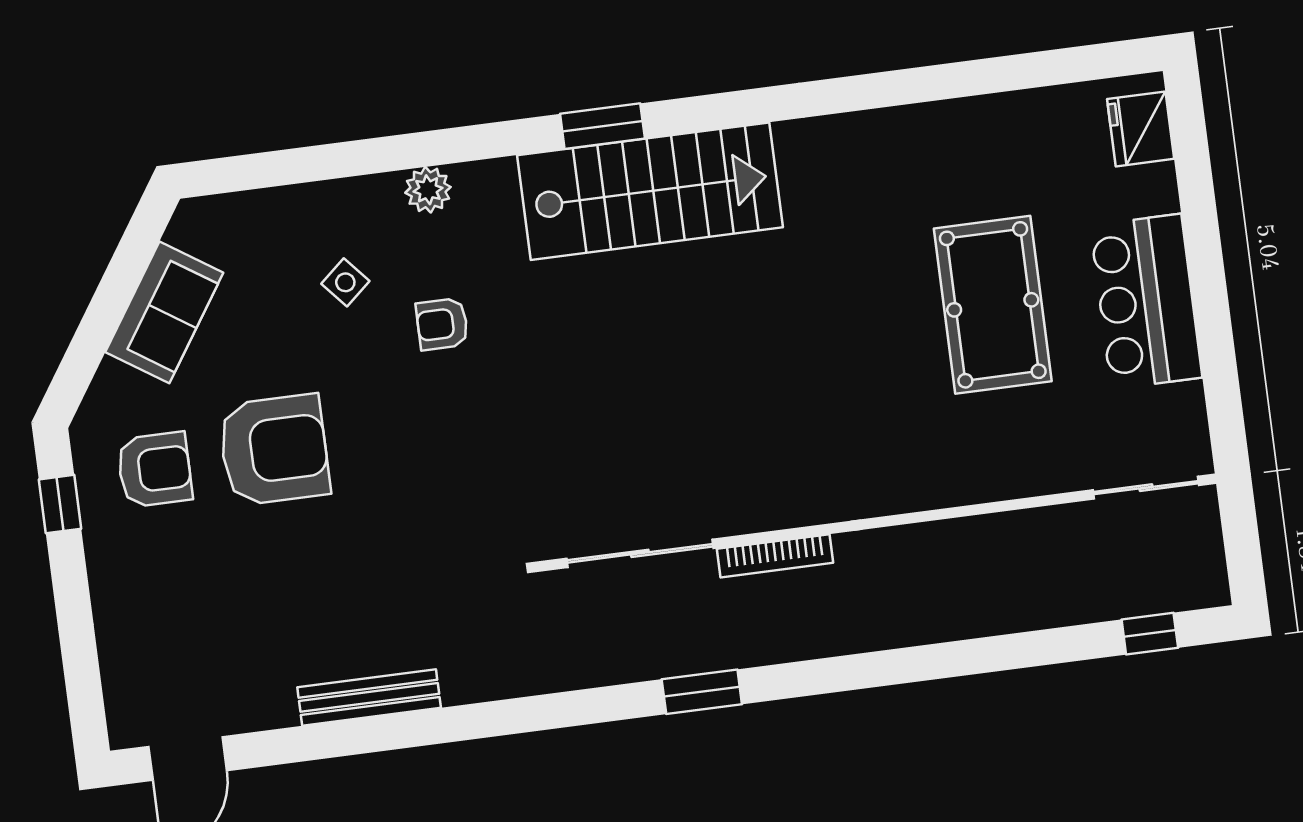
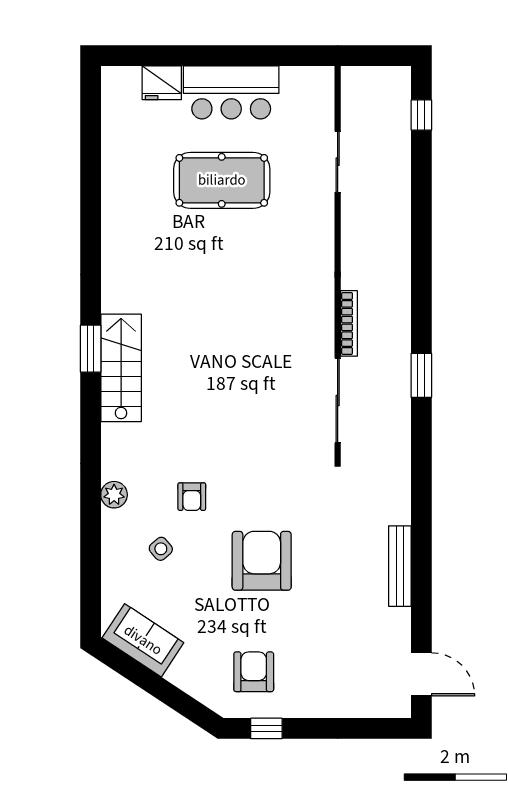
window: (602, 126) -> (91, 349), moved
fridge: (1141, 129) -> (162, 83), moved
stairs: (650, 191) -> (121, 368), width x0.73, depth x0.66
sofa: (164, 312) -> (143, 640), moved
armchair: (274, 450) -> (262, 561), moved
sliding door: (1146, 488) -> (338, 162), moved

